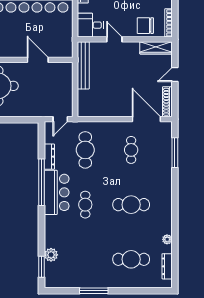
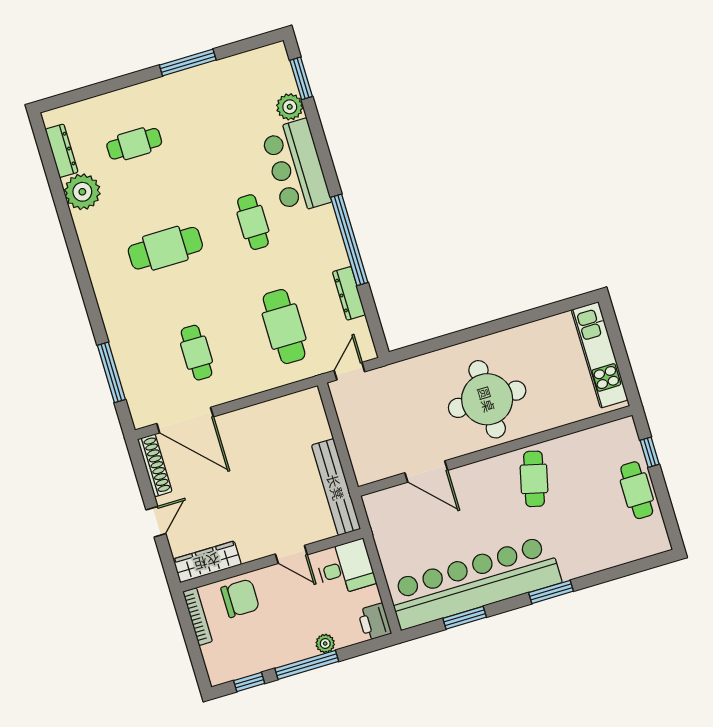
bar counter: (57, 192) -> (296, 167), moved
plant: (167, 239) -> (82, 192), width x1.88, depth x1.88
cafe table: (131, 259) -> (134, 144), width x0.73, depth x0.74

